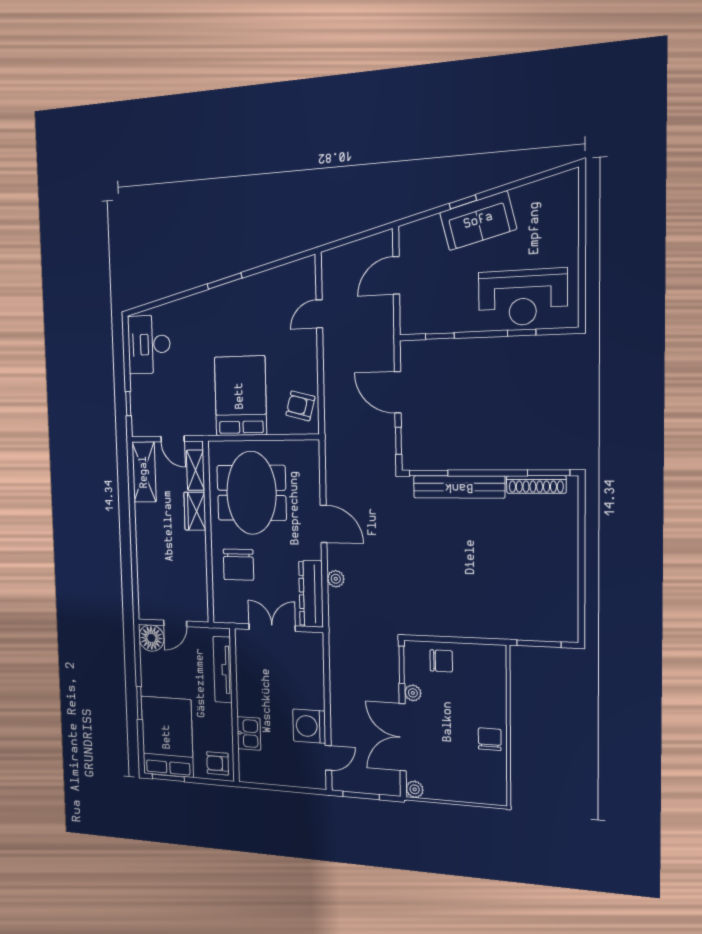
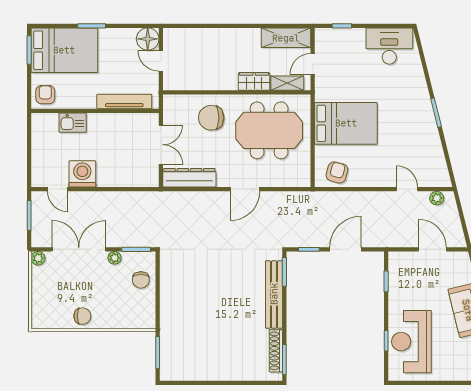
plant: (336, 579) -> (437, 198), moved

